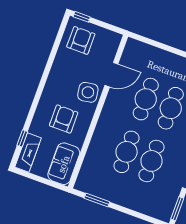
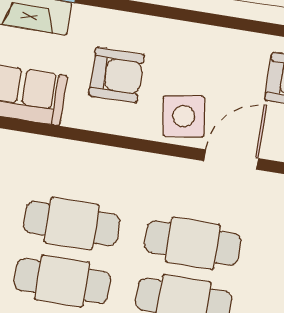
door: (111, 75) -> (231, 160), swing flipped

